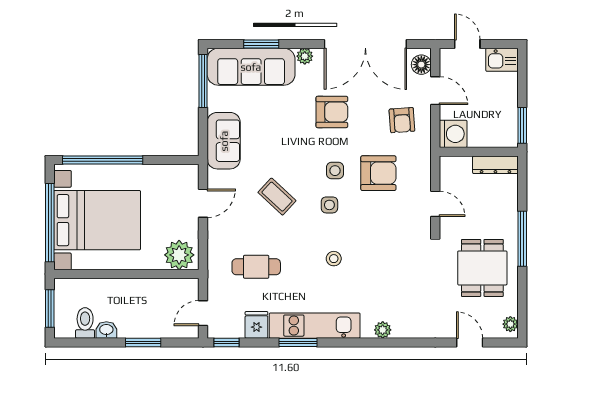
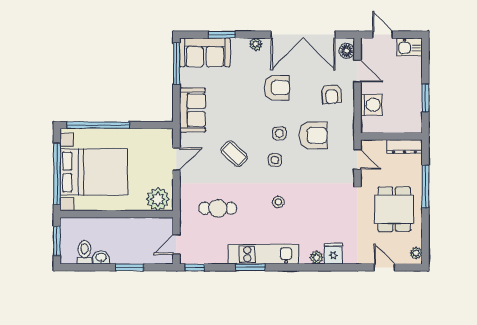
sofa: (251, 67) -> (205, 52), width x0.73
wall: (479, 152) -> (391, 136), moved
dresser: (495, 165) -> (404, 147), moved
fridge: (256, 325) -> (333, 254), moved

